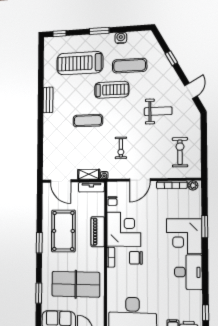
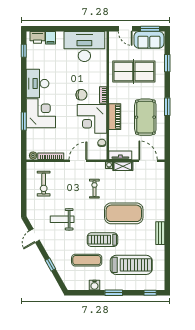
exercise mat: (88, 121) -> (124, 213), width x2.00, depth x1.45

